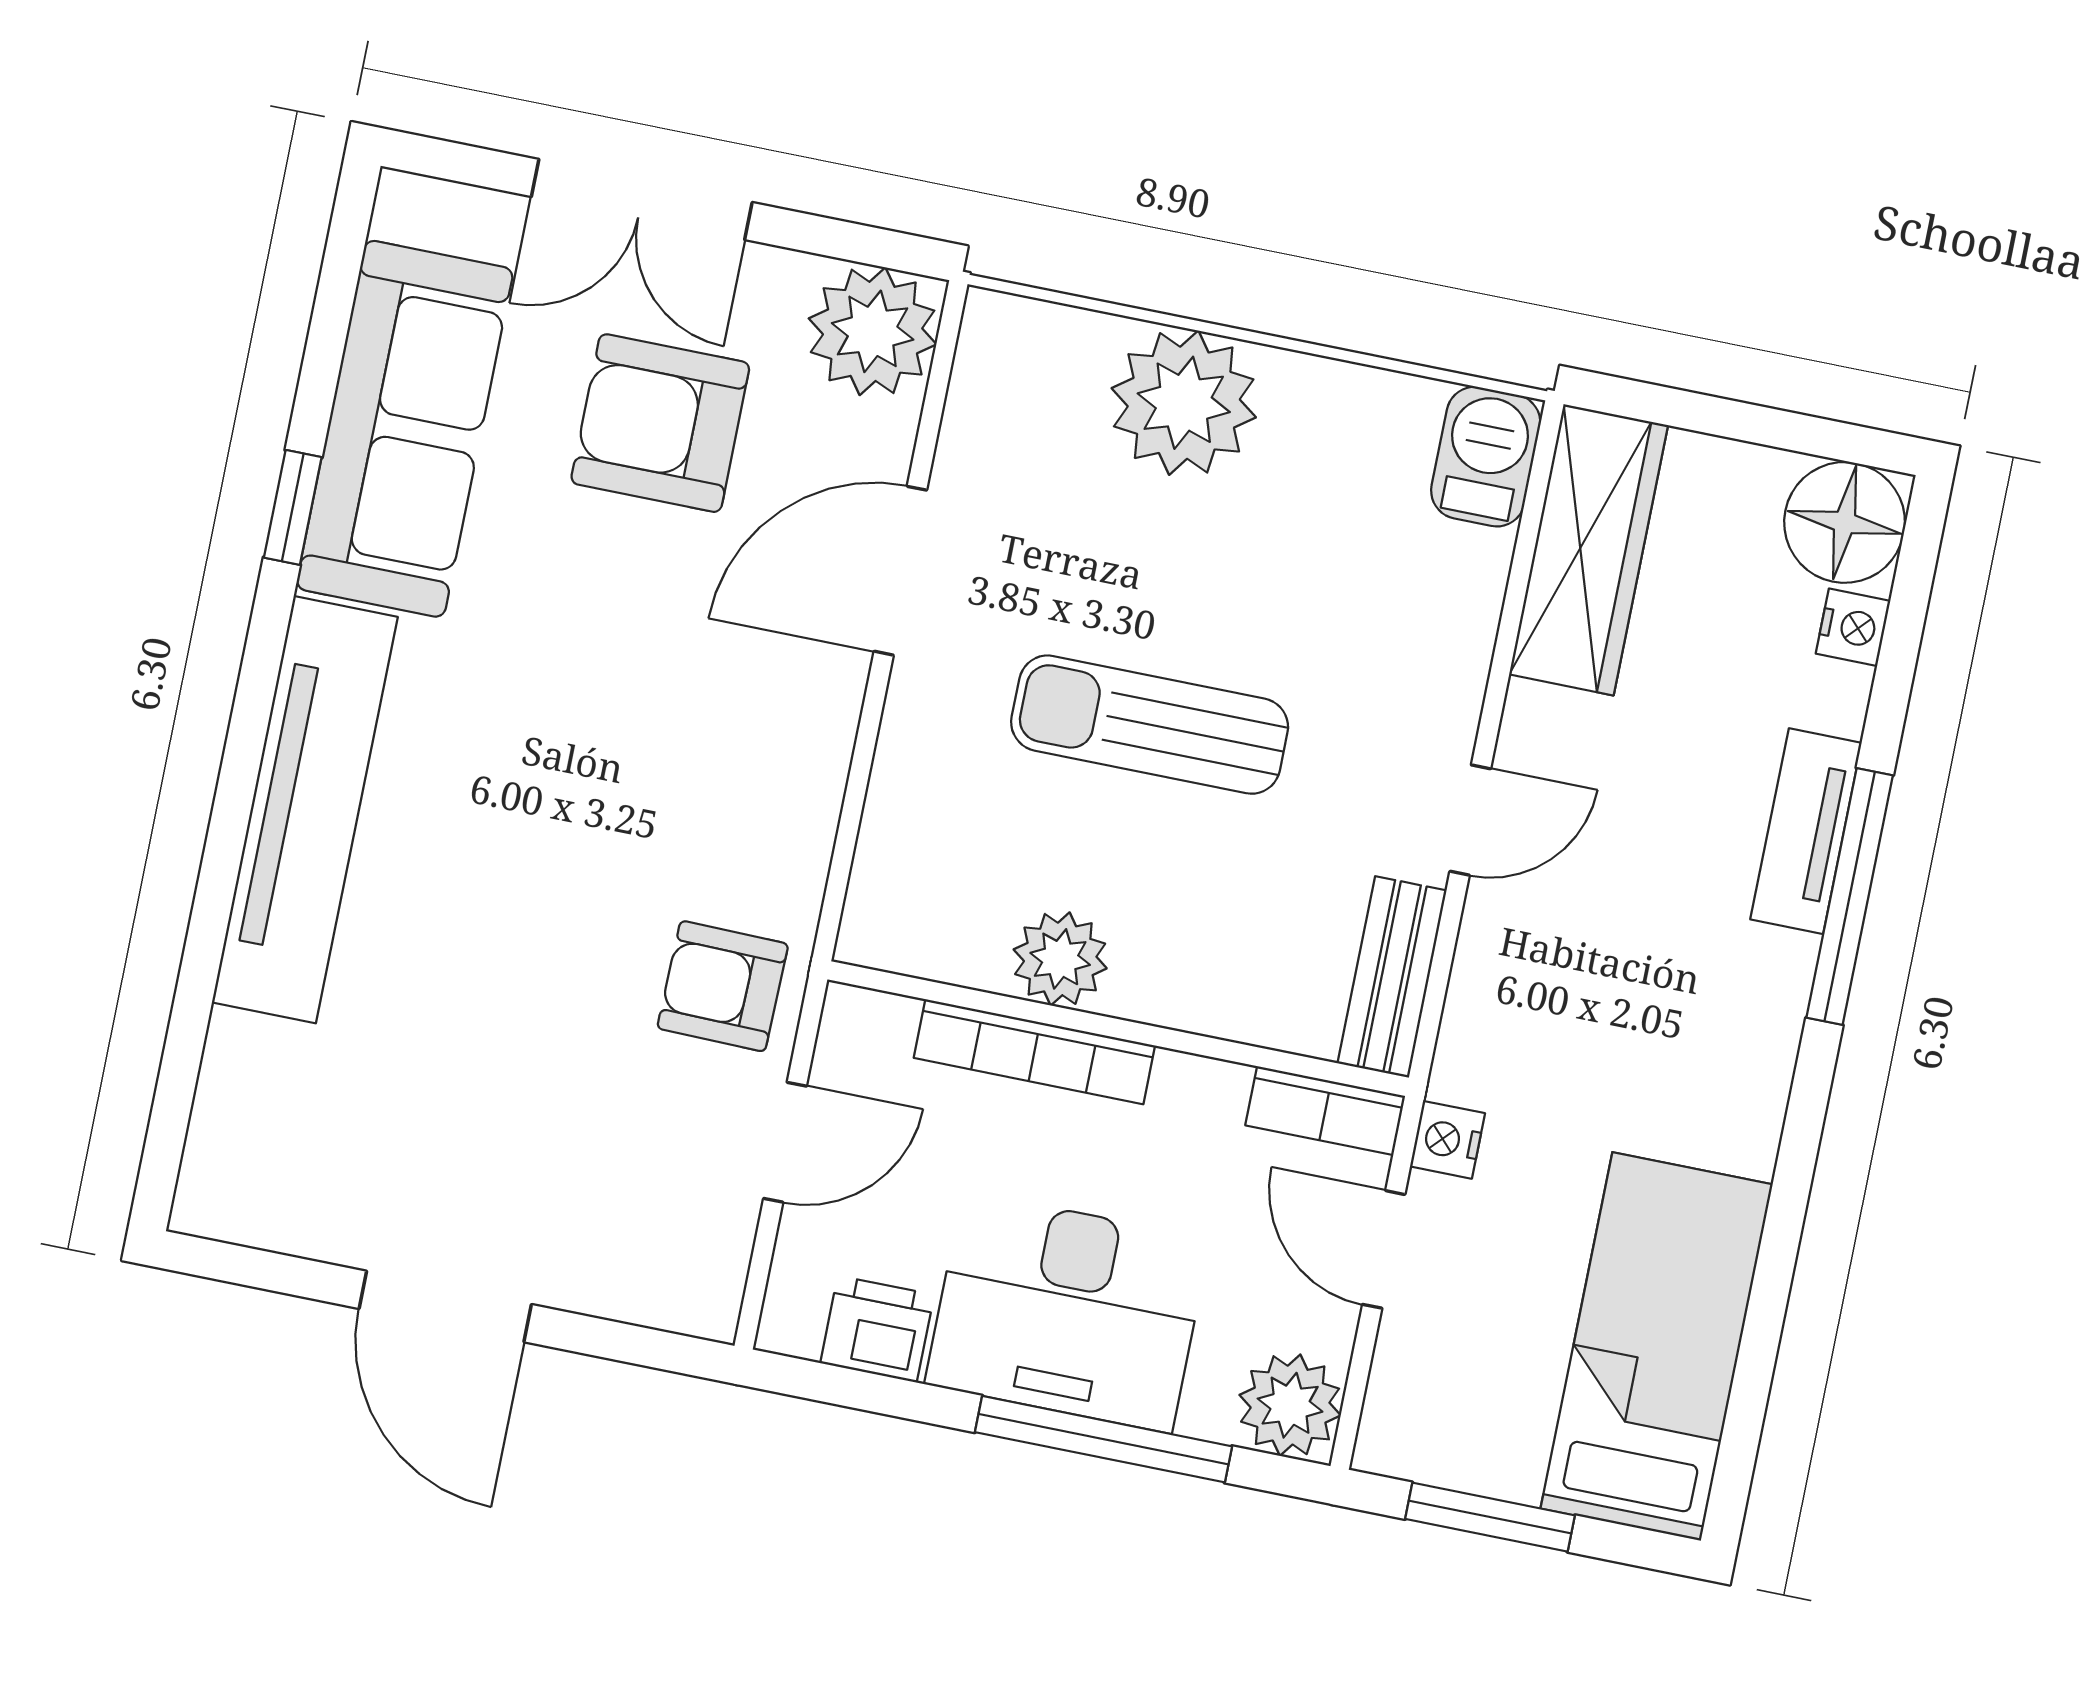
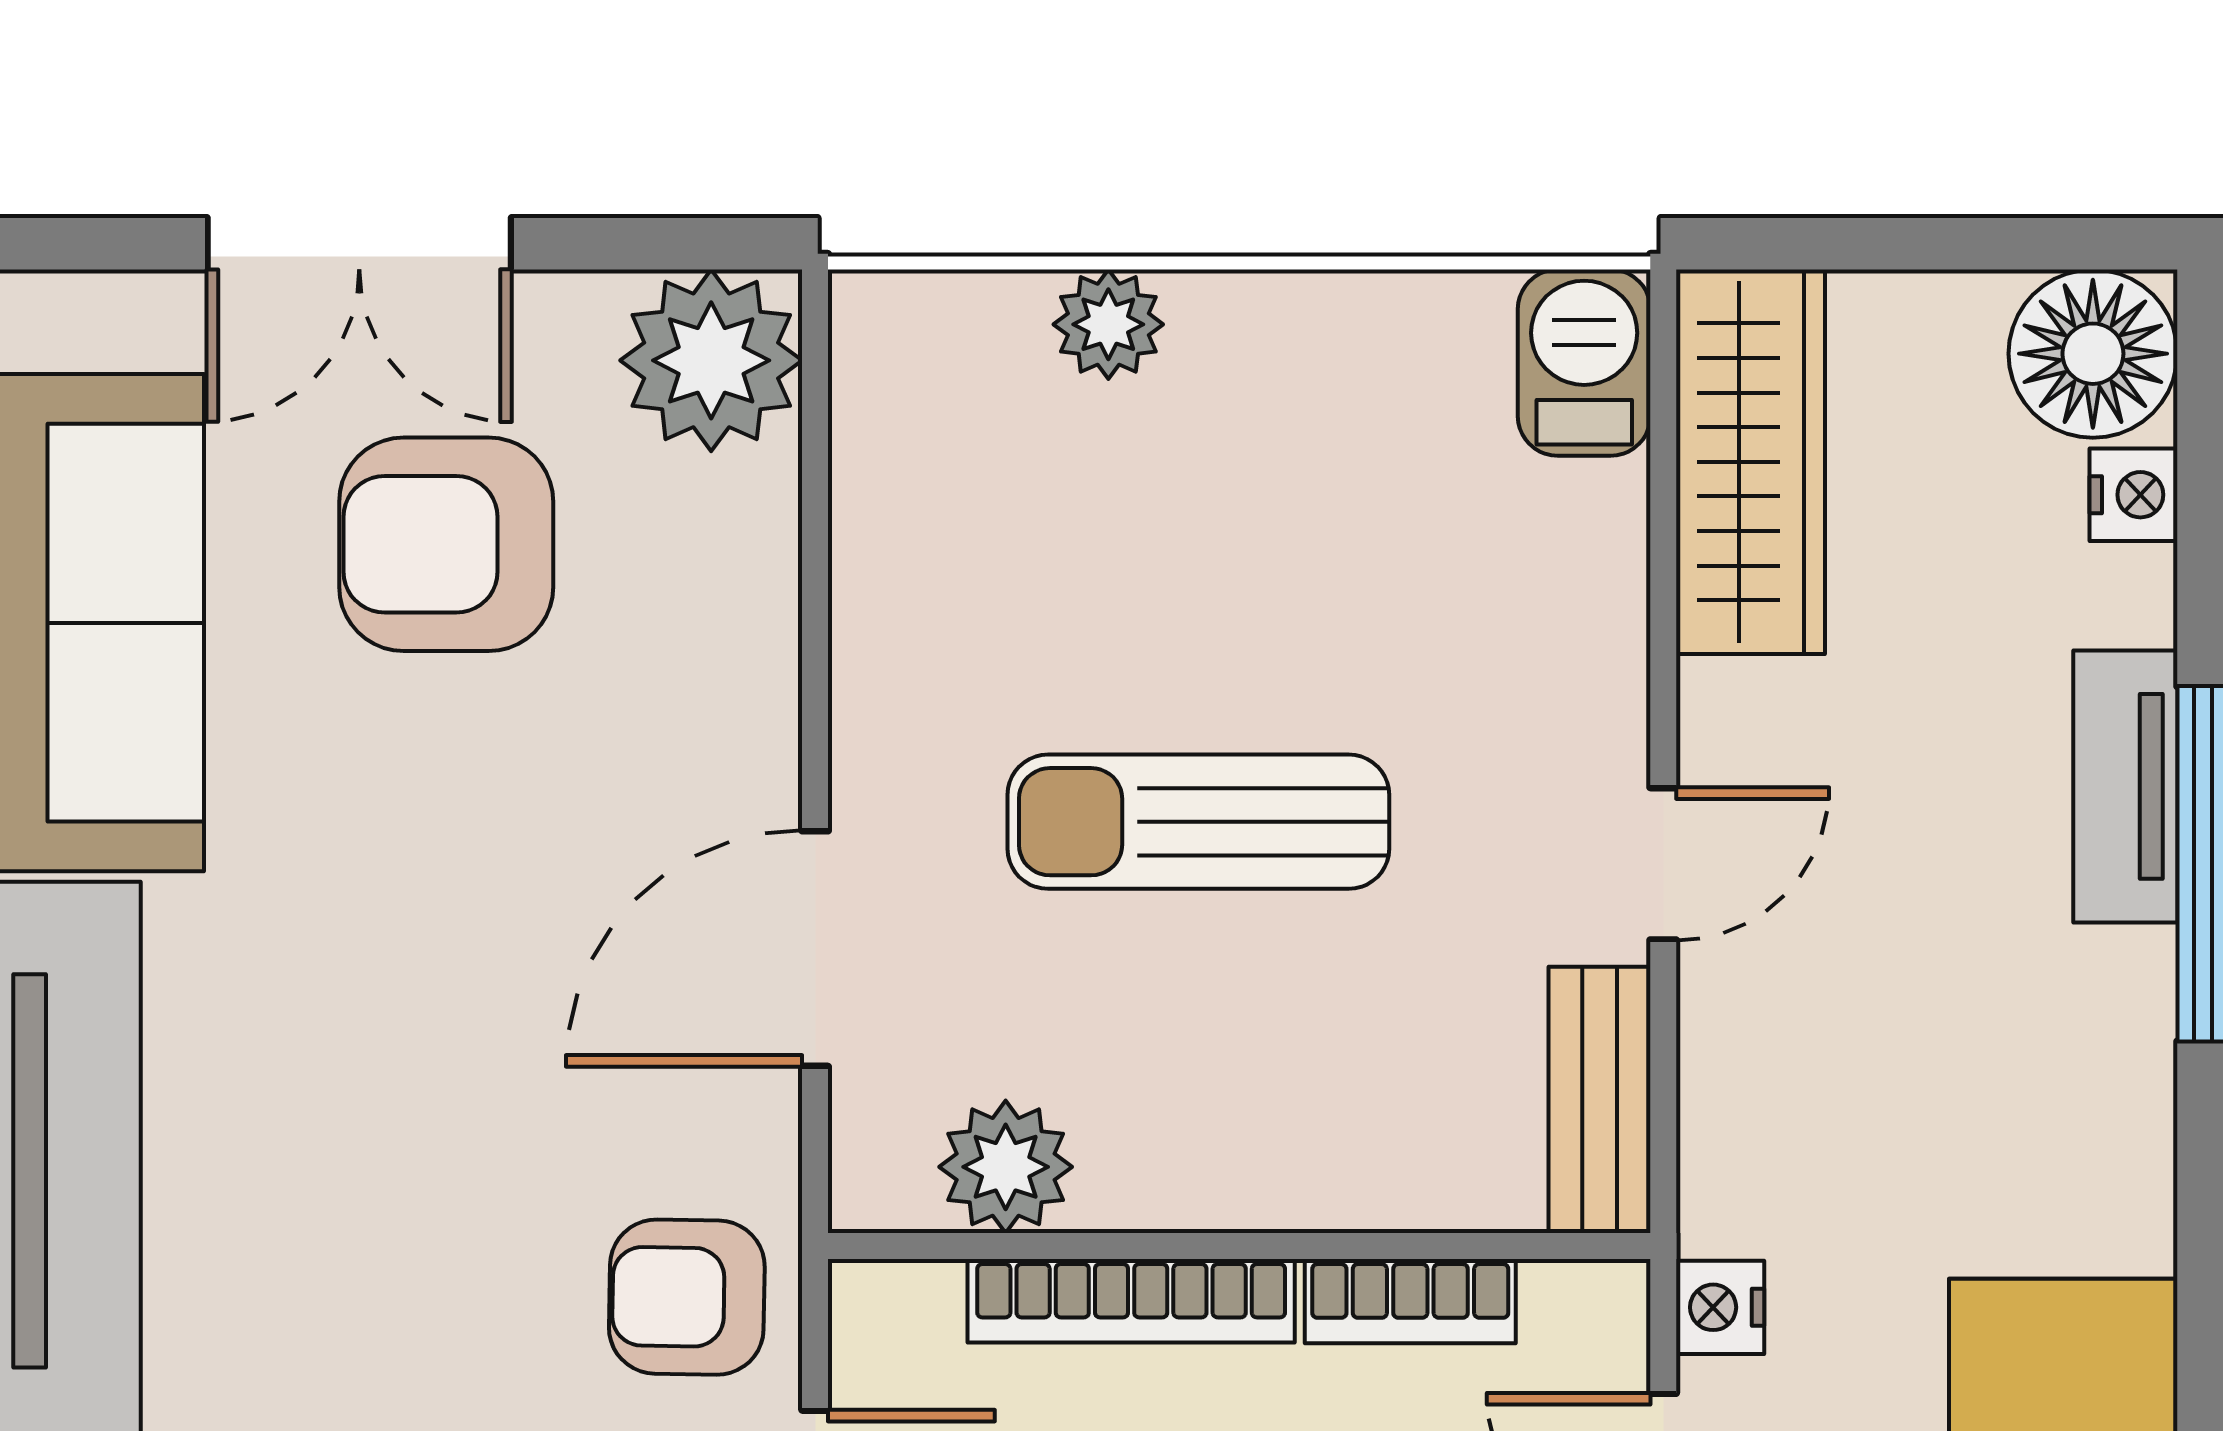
plant: (1184, 403) -> (1108, 324), width x0.53, depth x0.53
door: (900, 571) -> (815, 949), moved
plant: (1060, 959) -> (1006, 1167), moved
bookcase: (1325, 1111) -> (1410, 1301), moved

